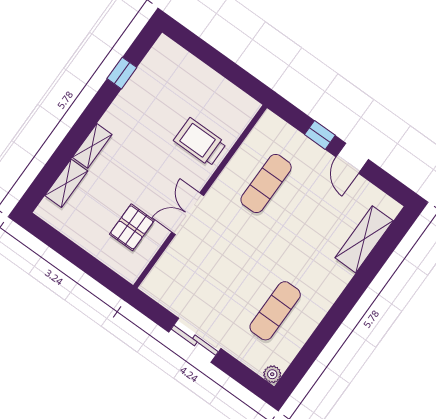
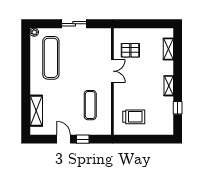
trolley: (200, 142) -> (134, 117), moved
shelving: (92, 146) -> (169, 86), moved
pallet: (132, 227) -> (130, 50), turned 90
exercise mat: (275, 311) -> (51, 58), width x1.36, depth x1.45

